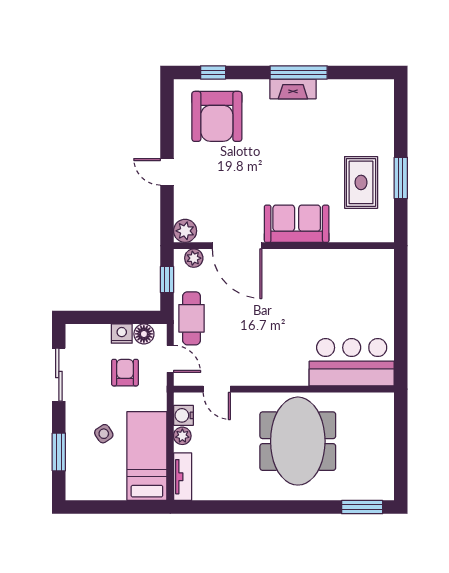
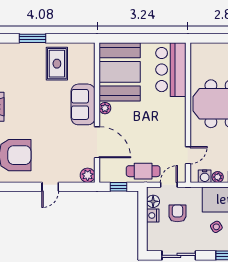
window: (401, 178) -> (32, 38), moved
rug: (361, 182) -> (57, 64), turned 90
door: (237, 246) -> (97, 142), hinge flipped
plant: (194, 258) -> (105, 108), moved
booth: (348, 281) -> (120, 72), added
armchair: (125, 373) -> (177, 213), turned 90

